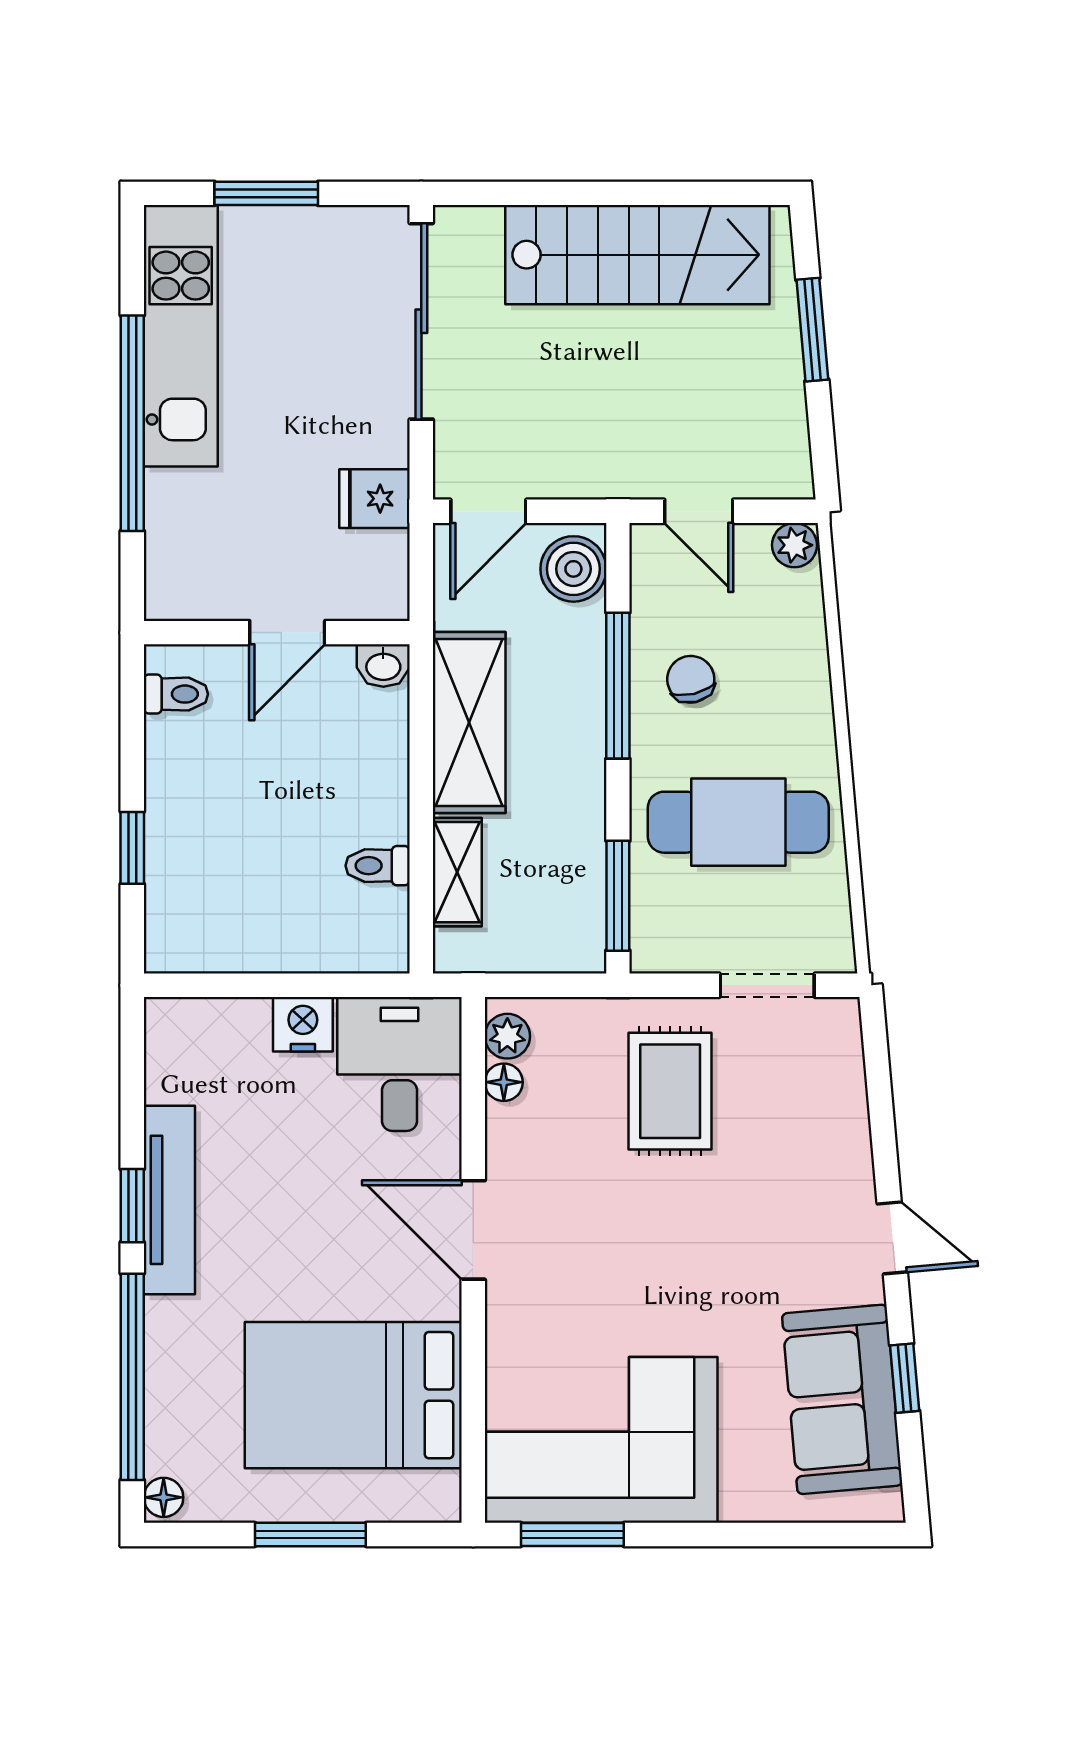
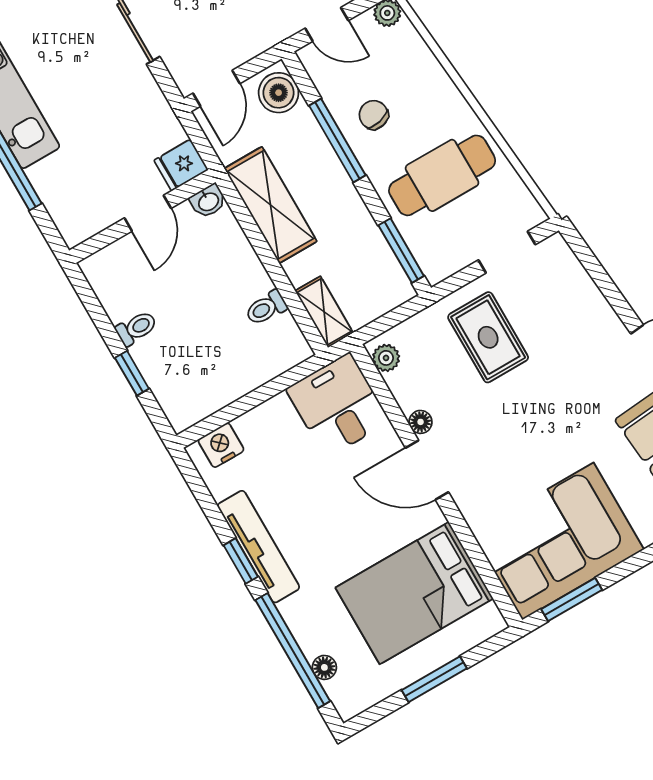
fridge: (375, 499) -> (181, 165), moved
toilet: (176, 694) -> (136, 328), moved
shelving: (457, 872) -> (324, 312), moved
nightstand: (303, 1024) -> (221, 445), moved
floor lamp: (504, 1082) -> (421, 422), moved
floor lamp: (164, 1497) -> (324, 667), moved

